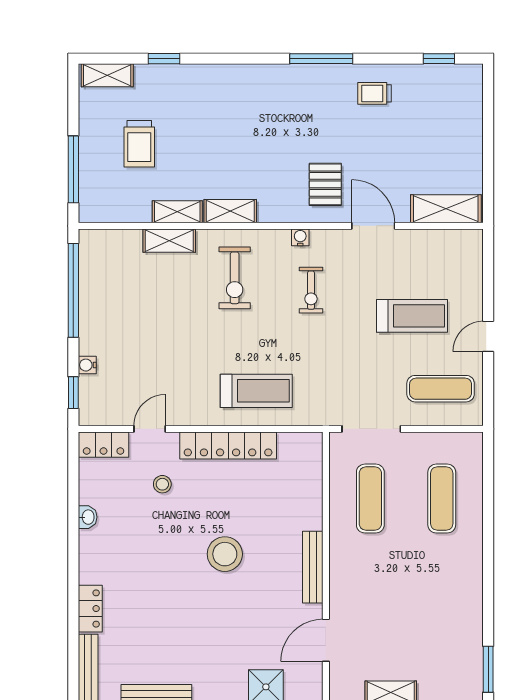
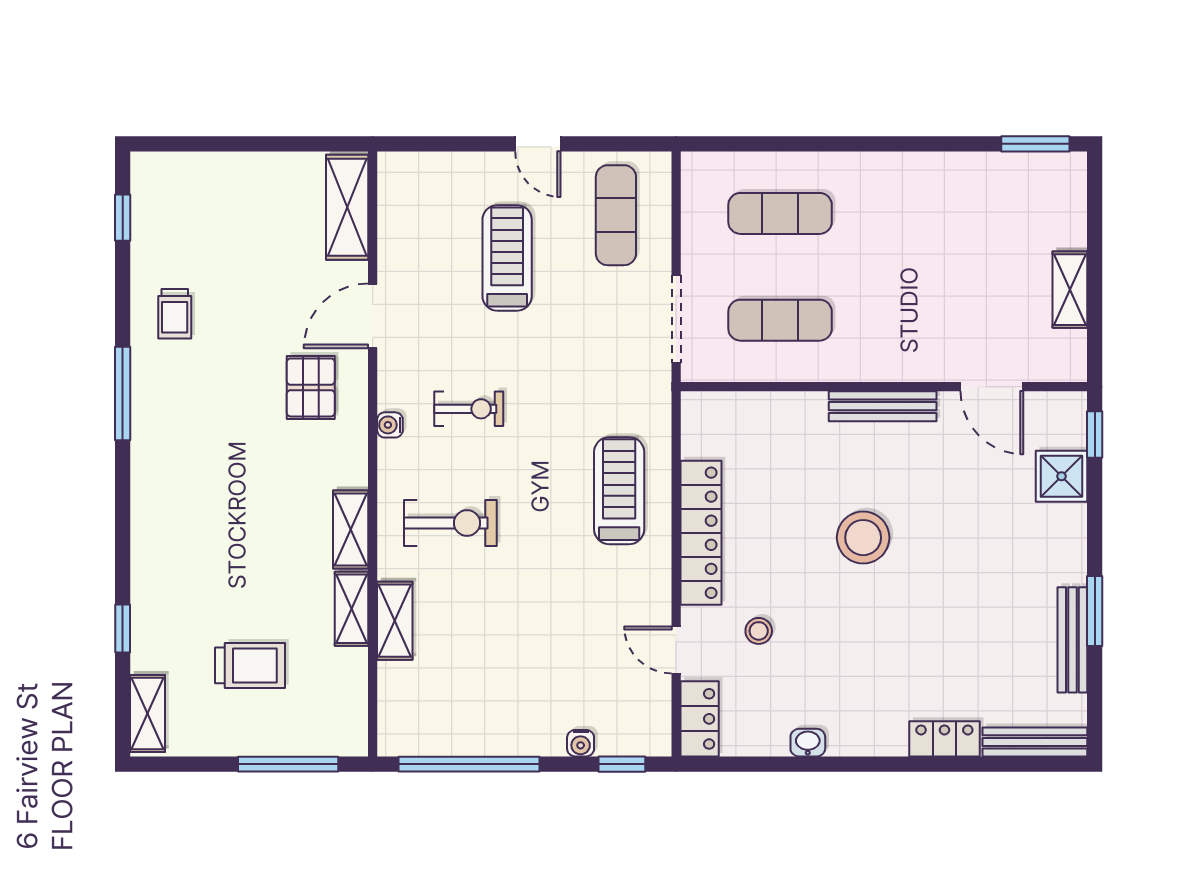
pallet: (325, 184) -> (311, 387), turned 90

